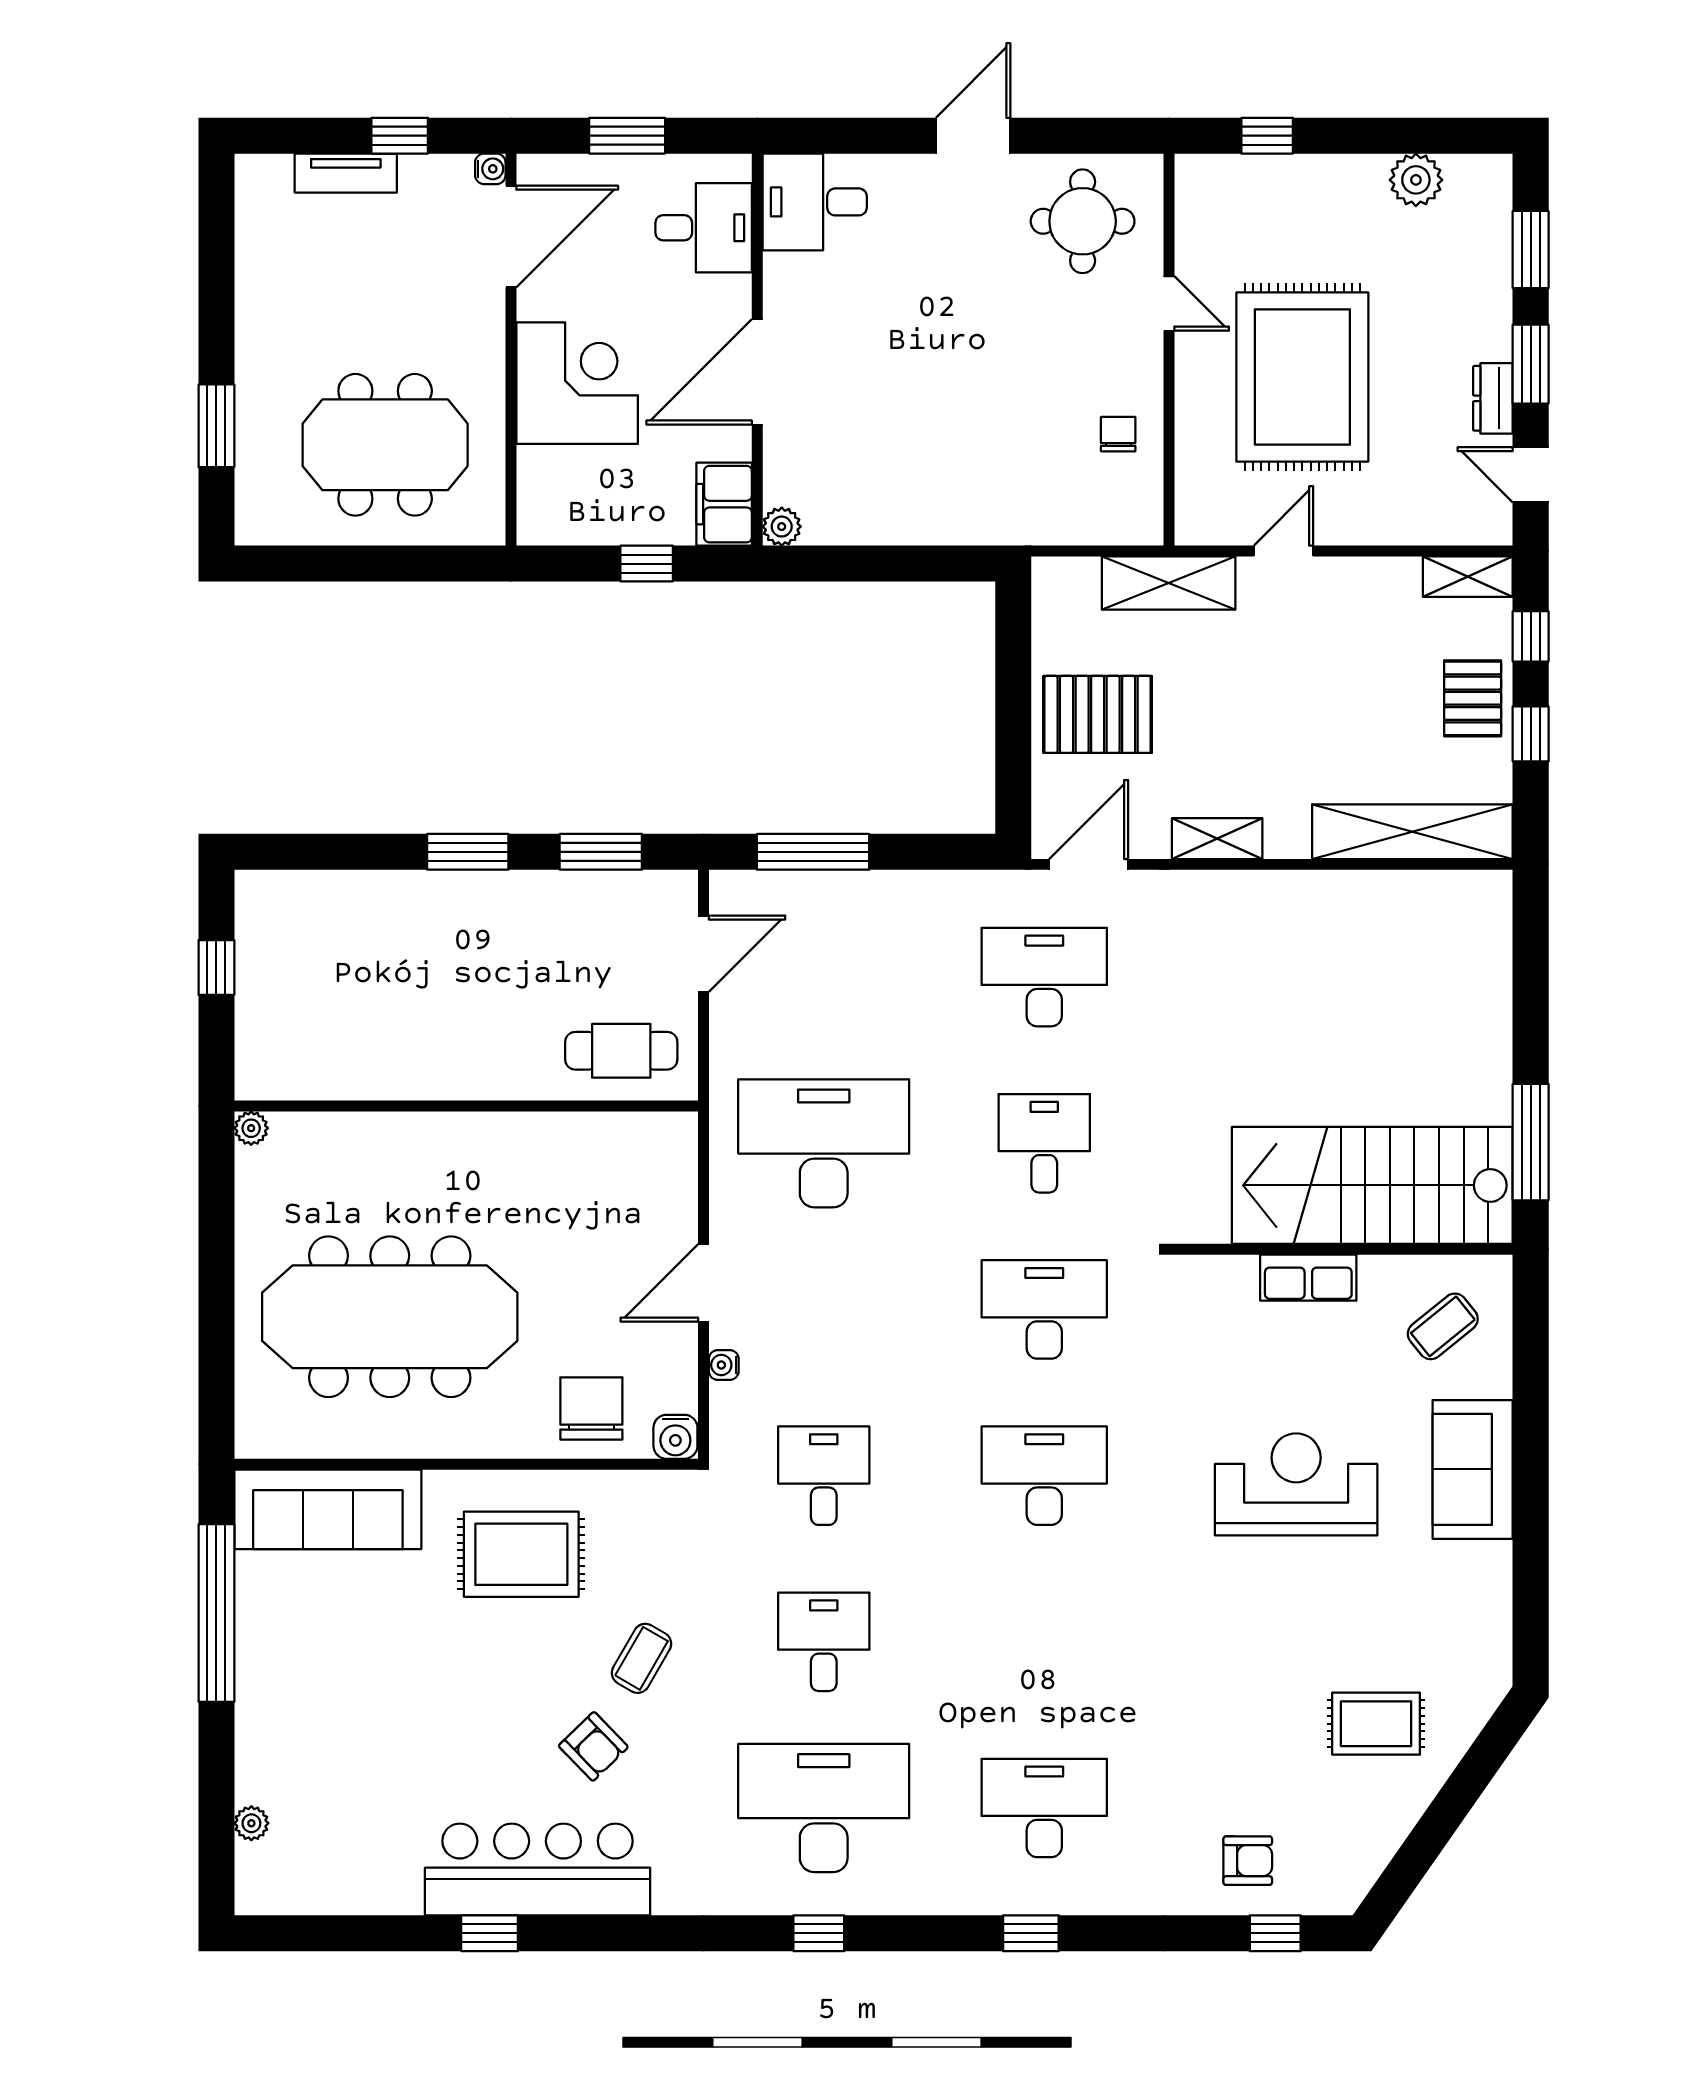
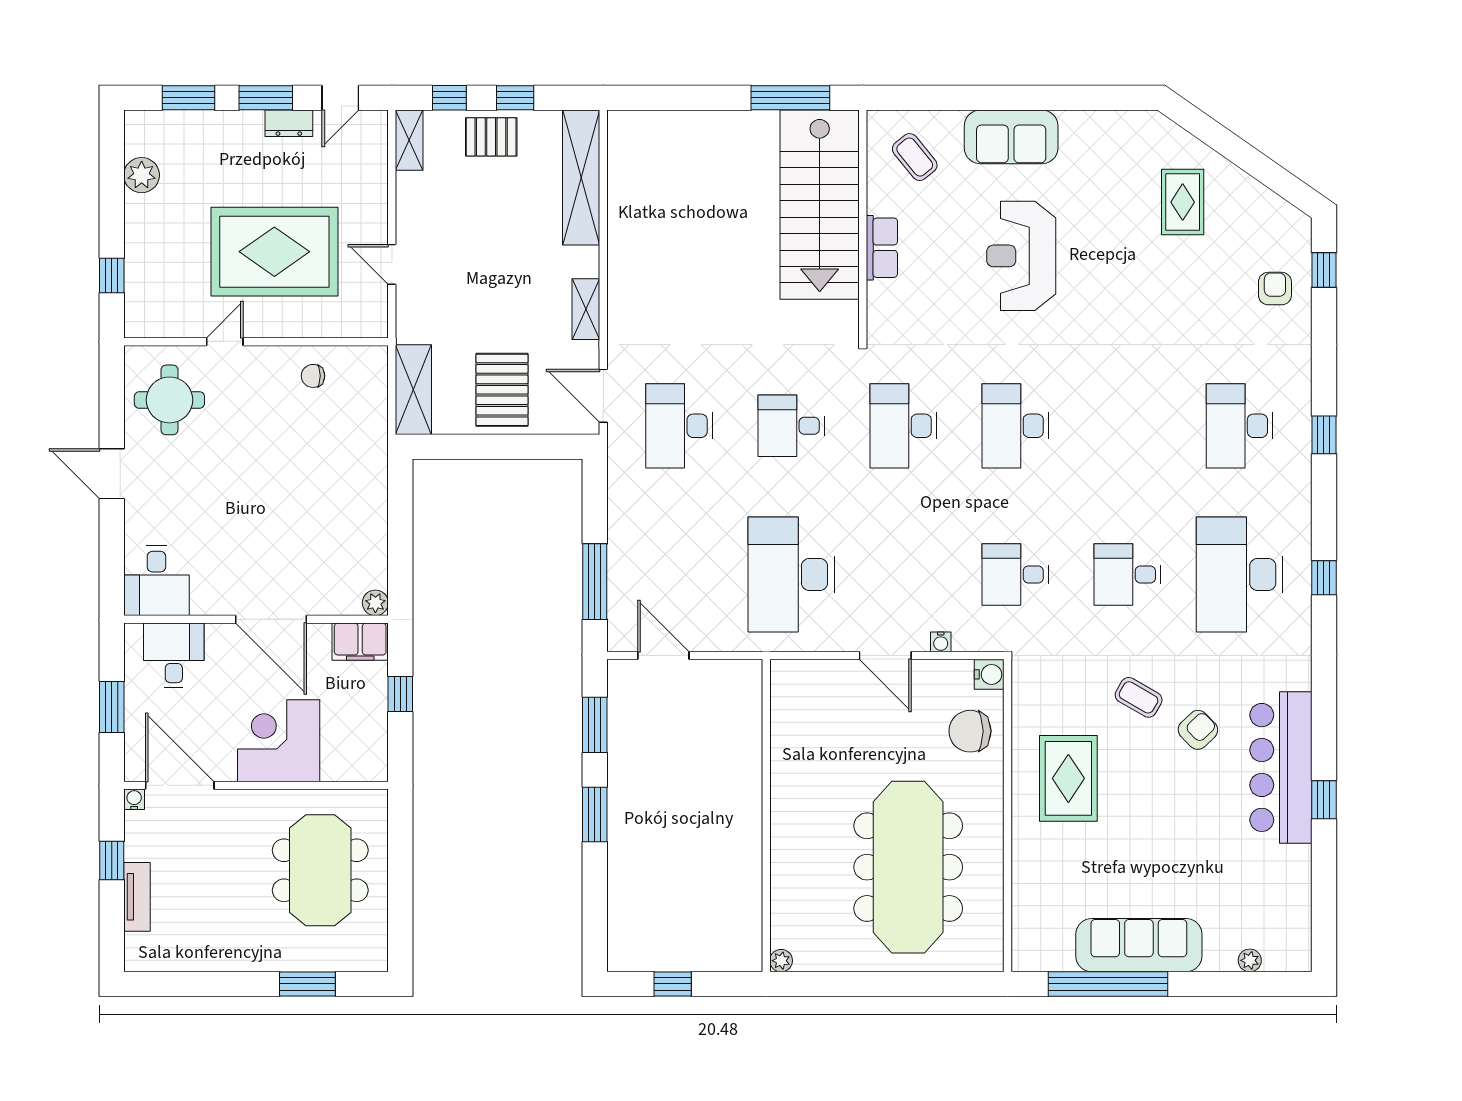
shelving: (1169, 583) -> (413, 390), moved
cafe table: (621, 1051) -> (729, 711), removed
sofa: (328, 1509) -> (1139, 945), moved, turned -90

